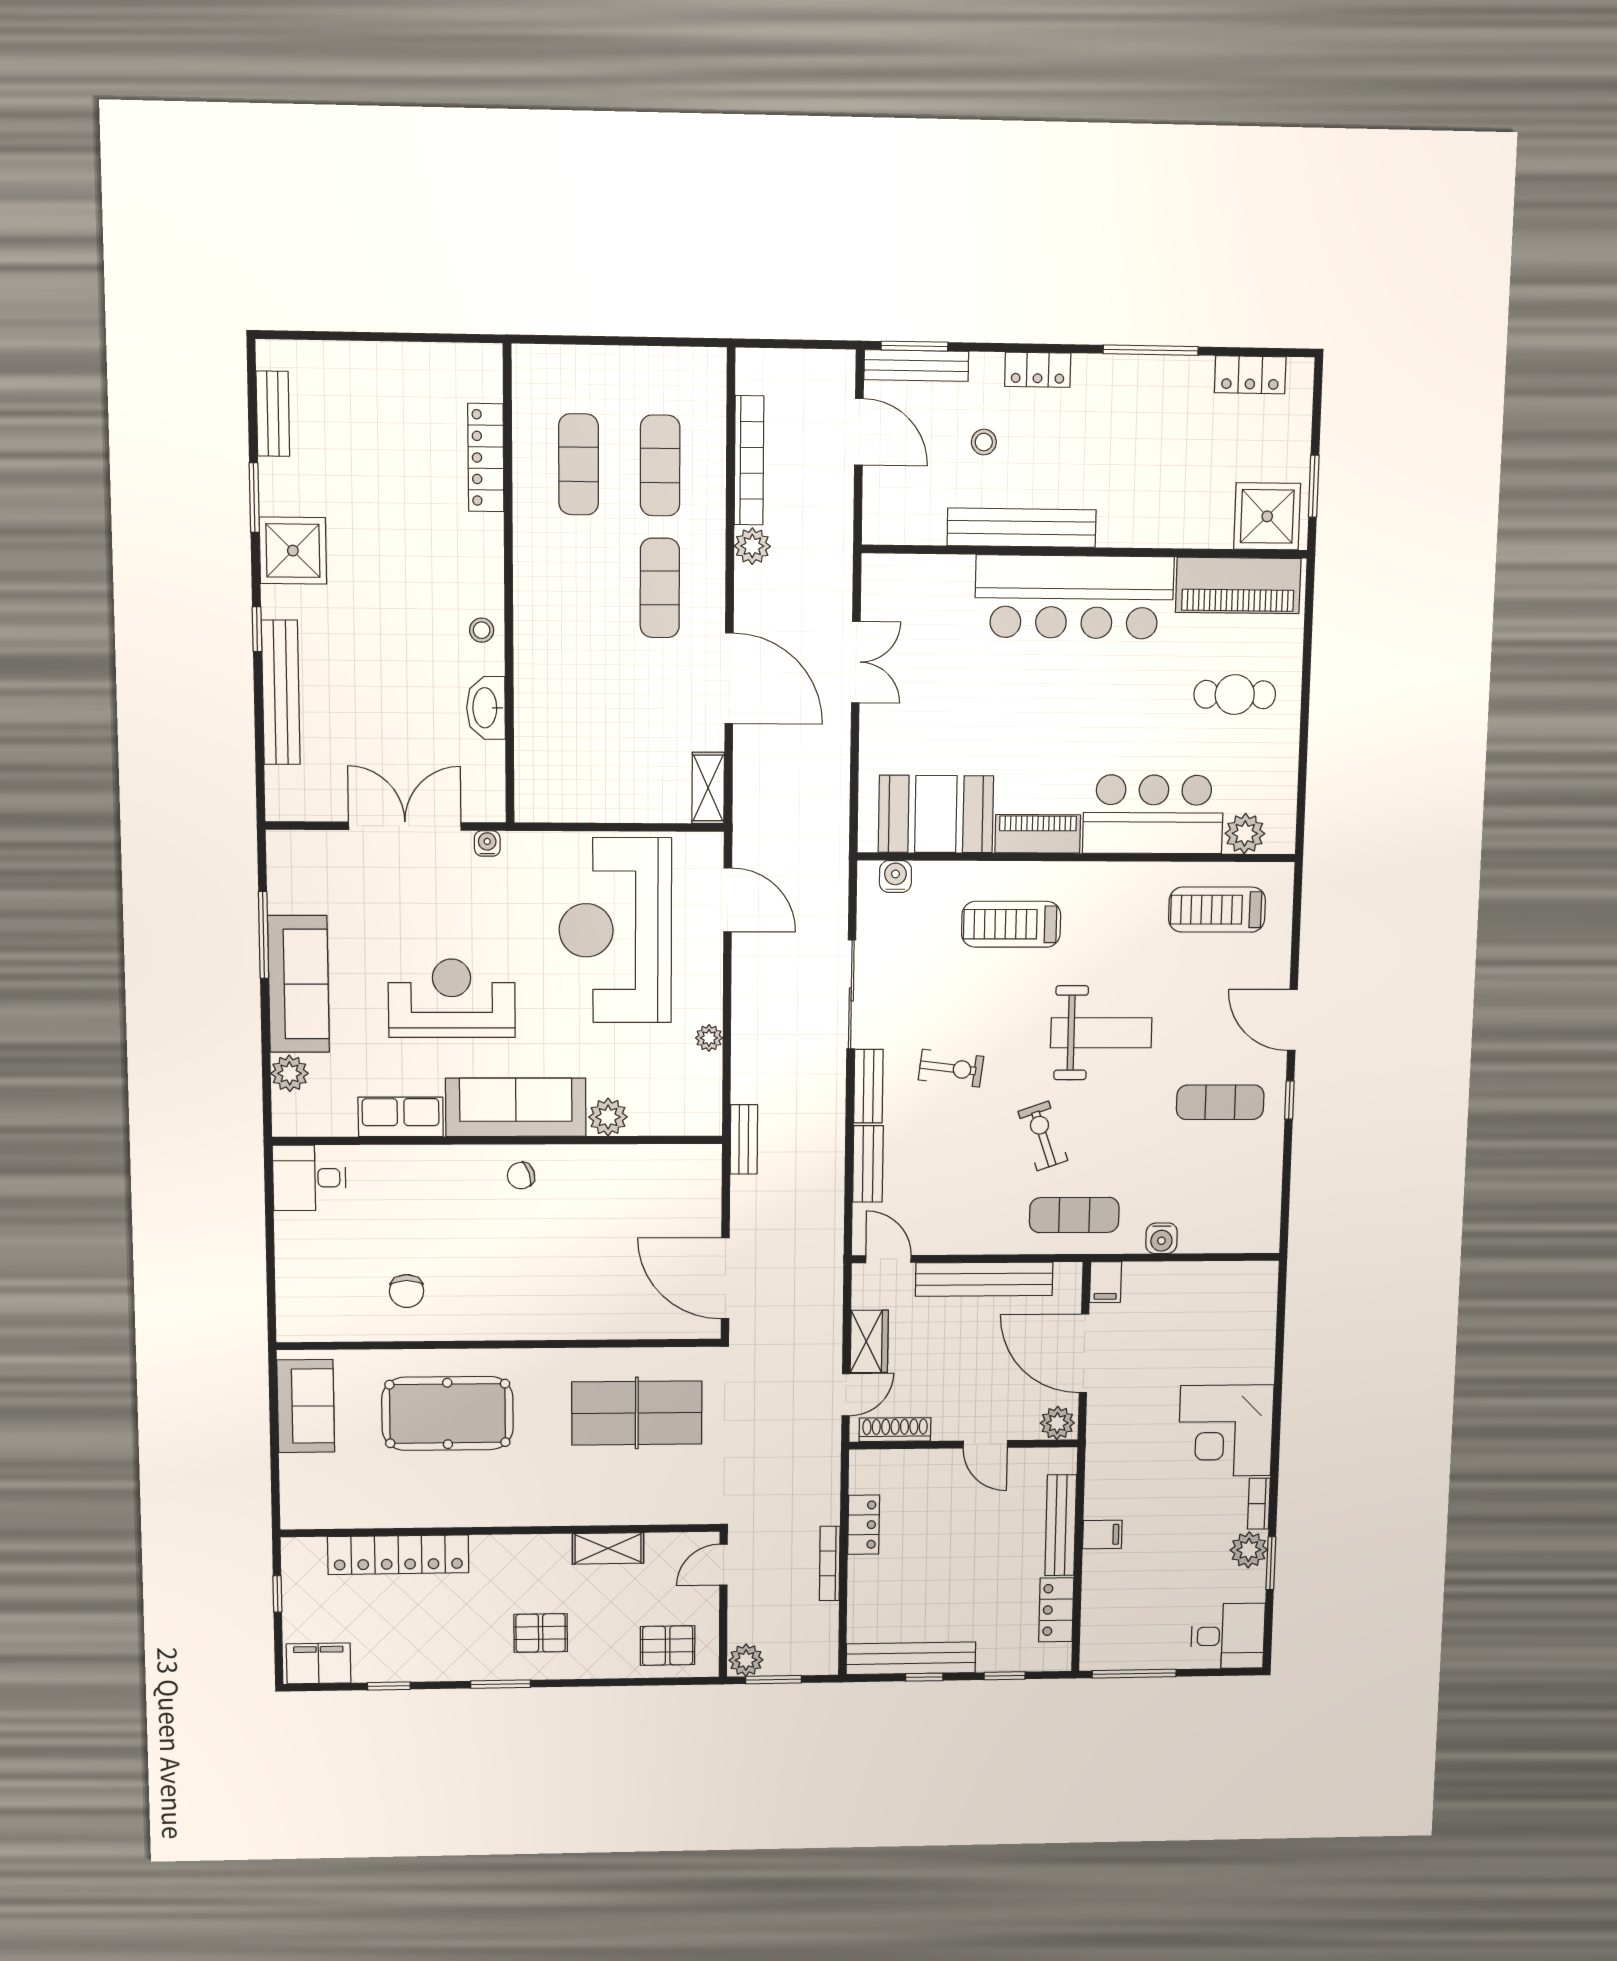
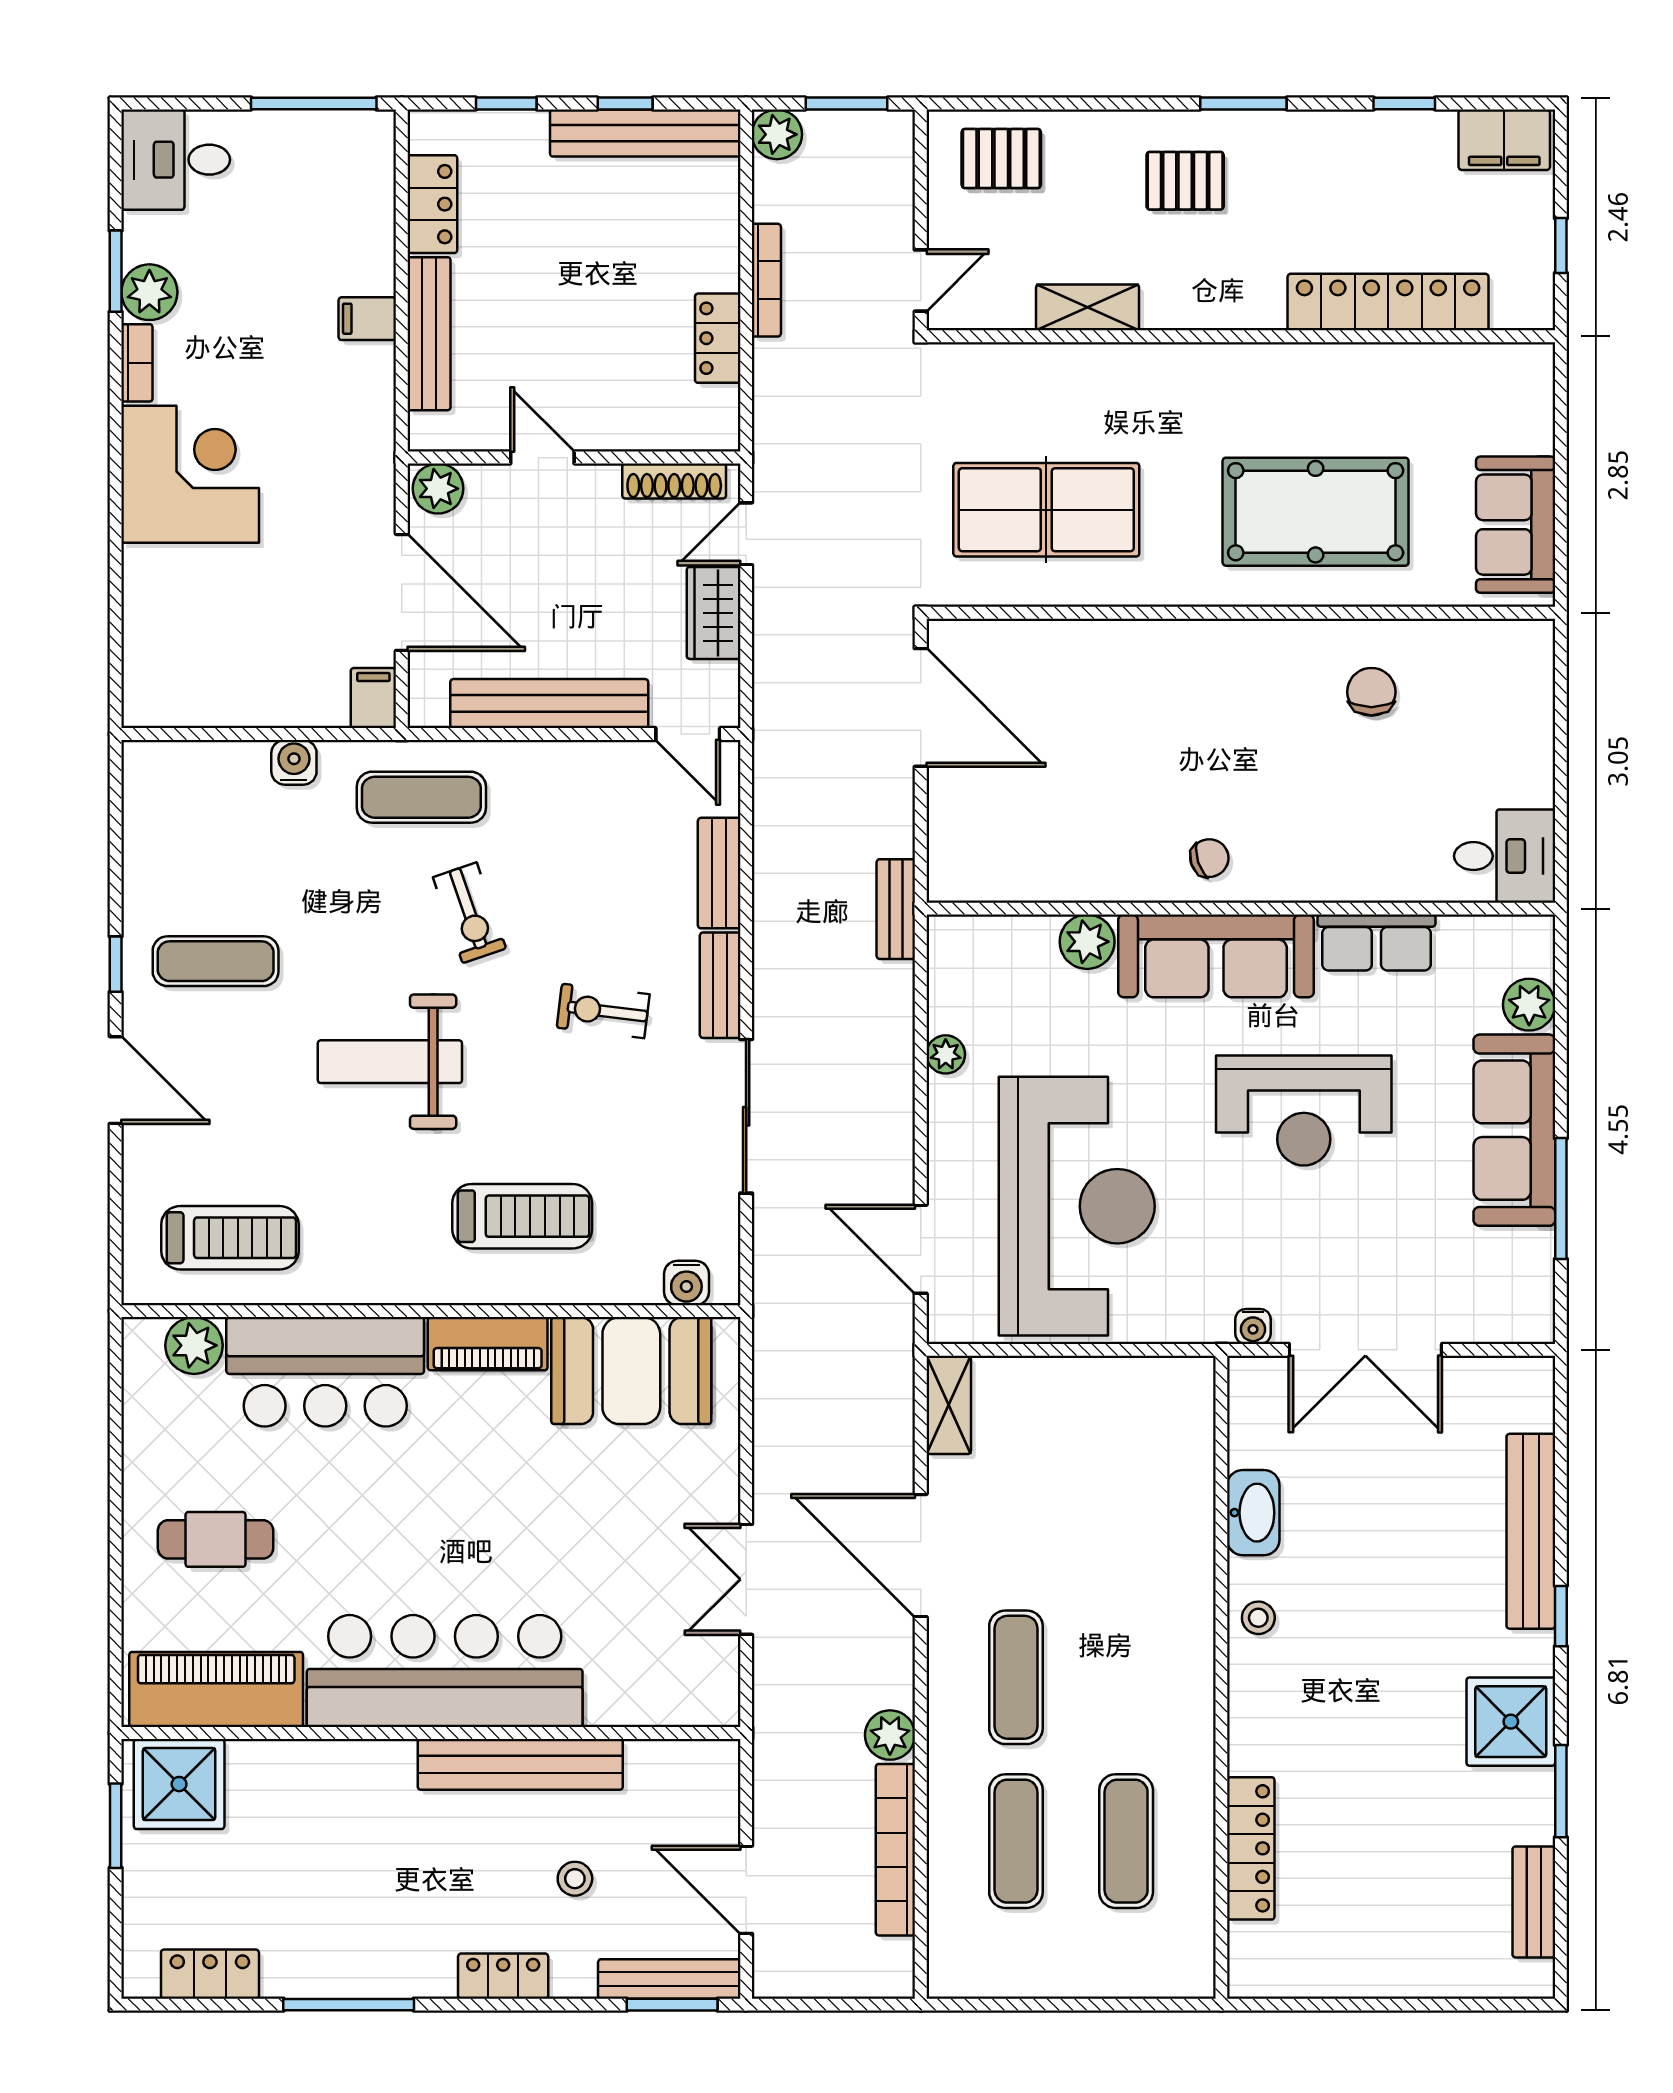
plant: (746, 1660) -> (777, 134), moved

